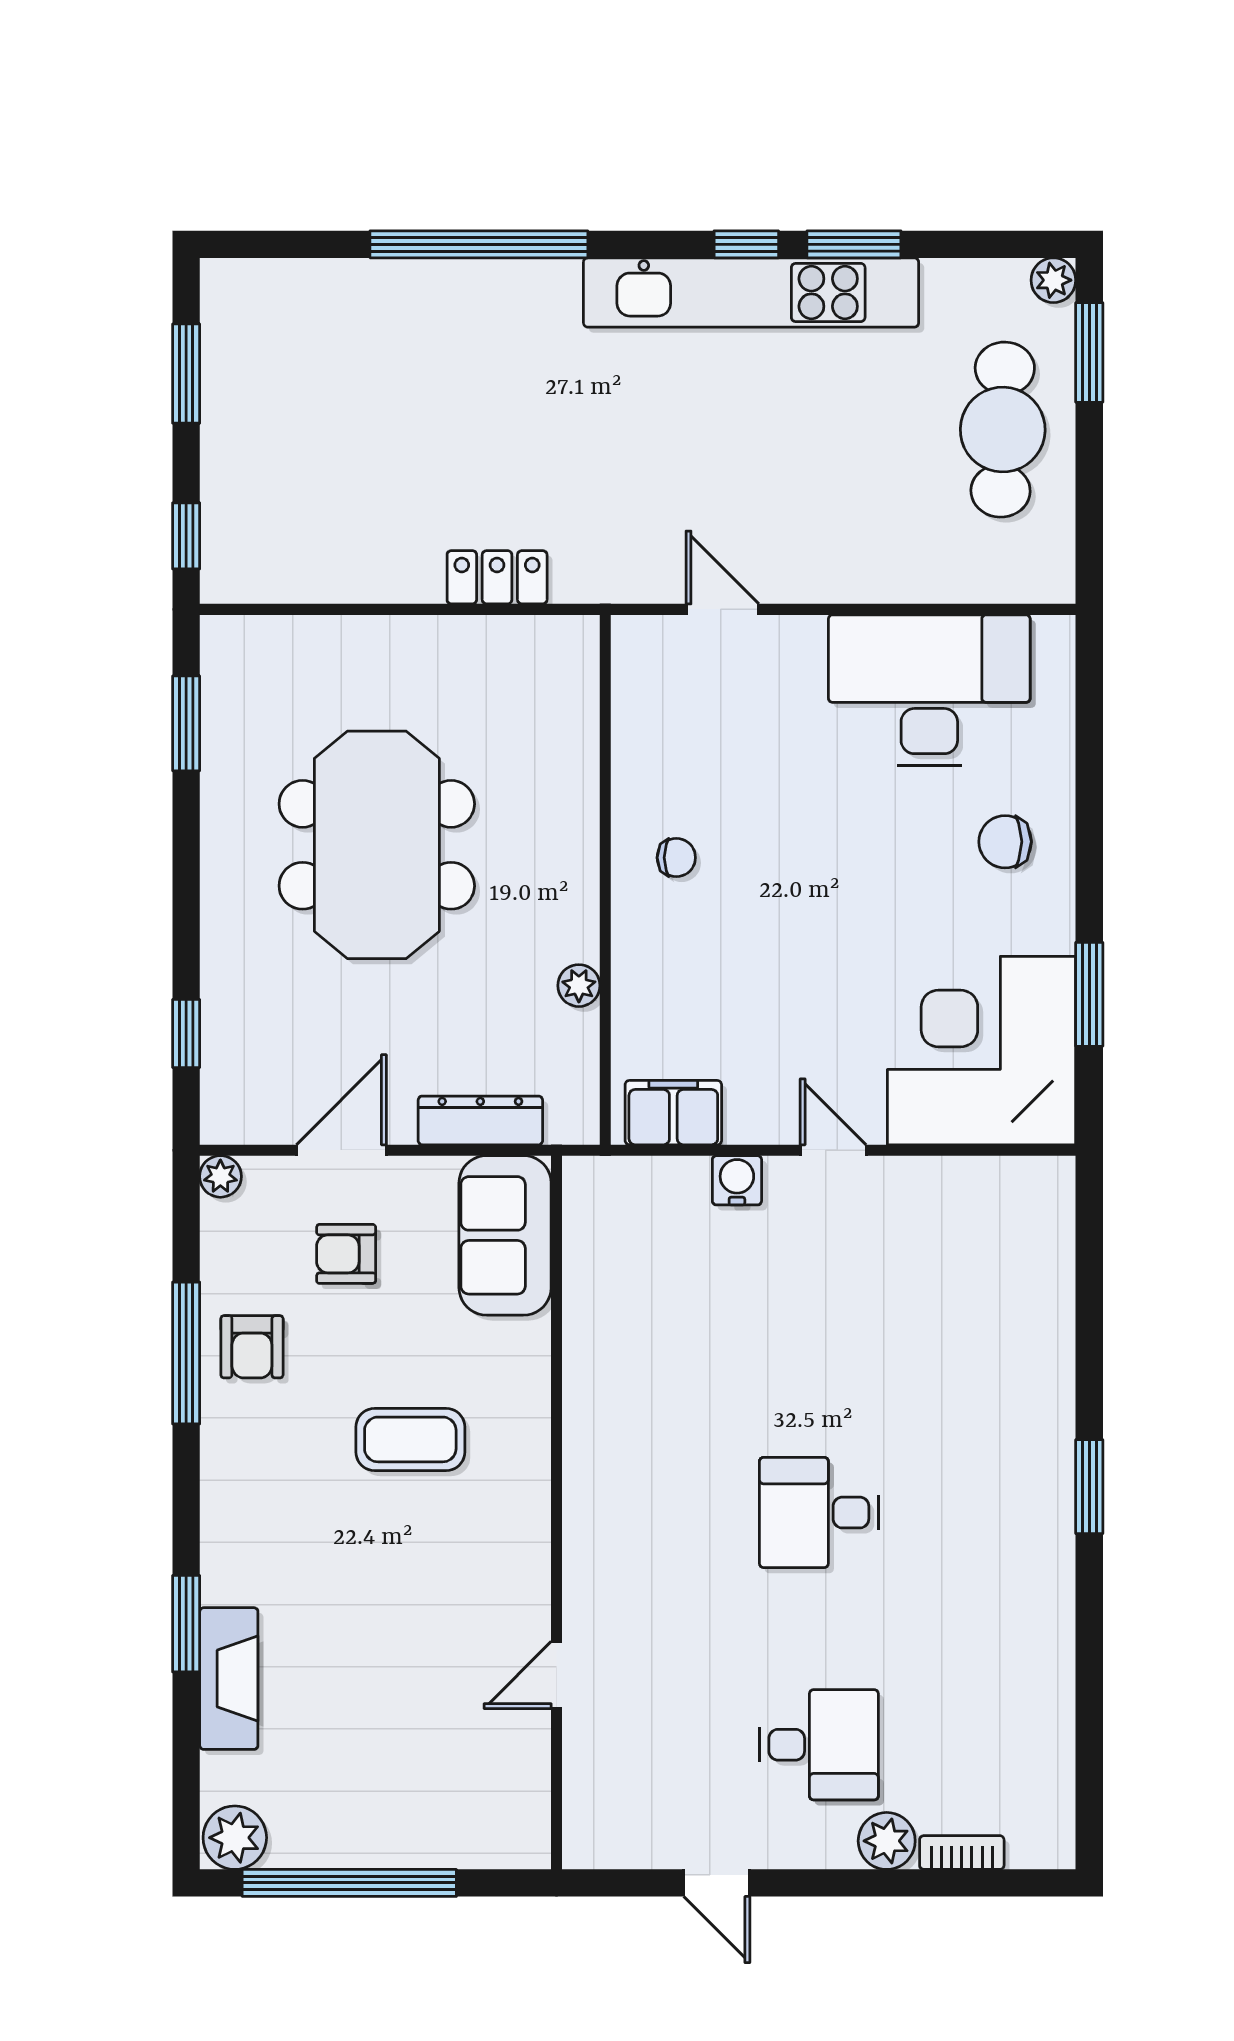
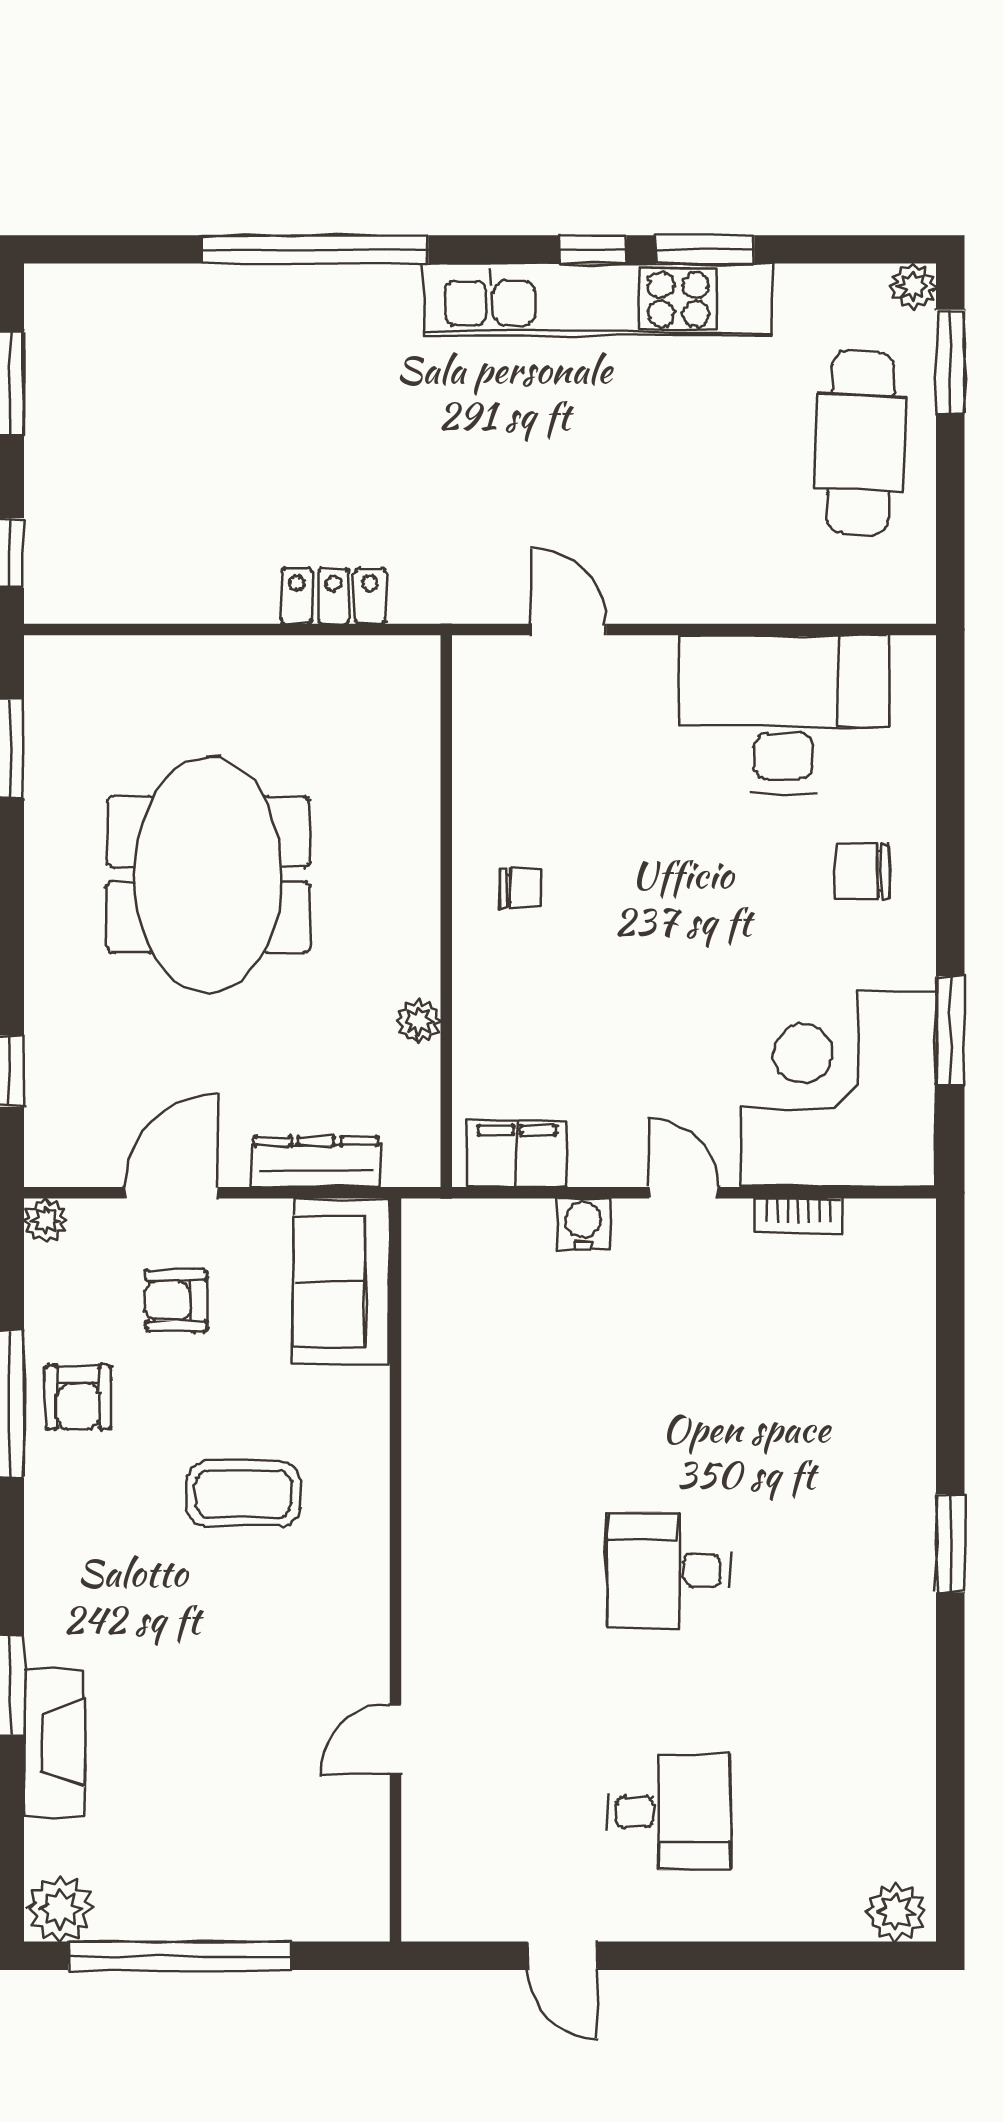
plant: (887, 1841) -> (896, 1912), moved
bookcase: (962, 1853) -> (798, 1216), moved, turned 180

